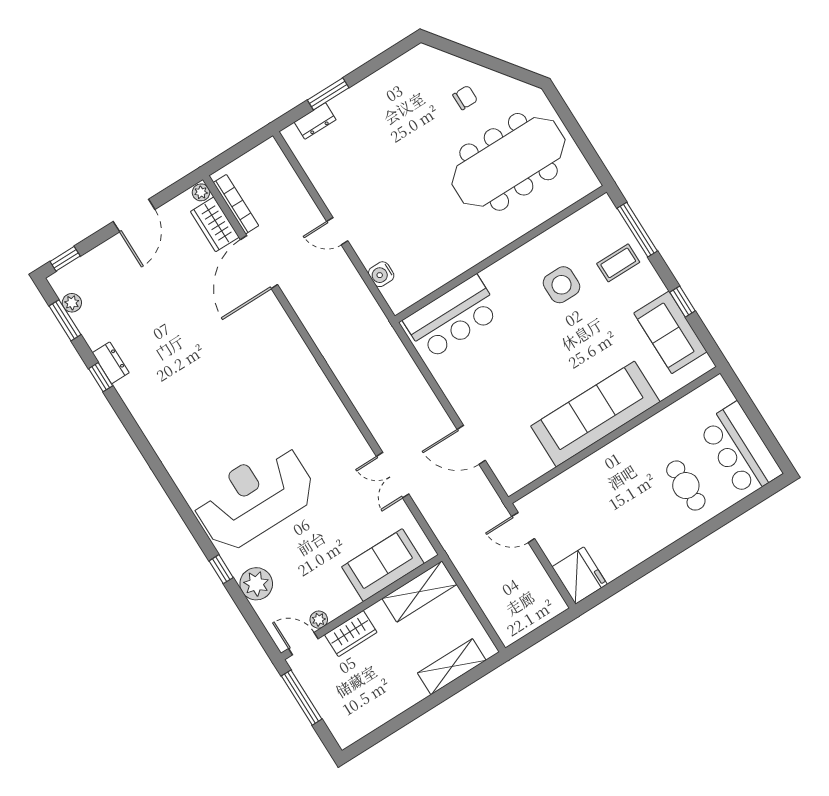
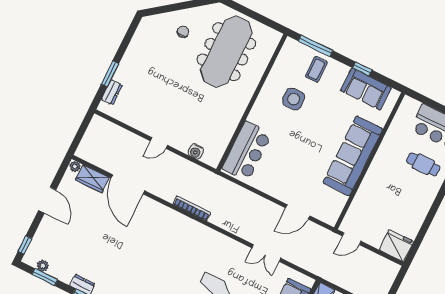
bookcase: (236, 204) -> (192, 208), moved

